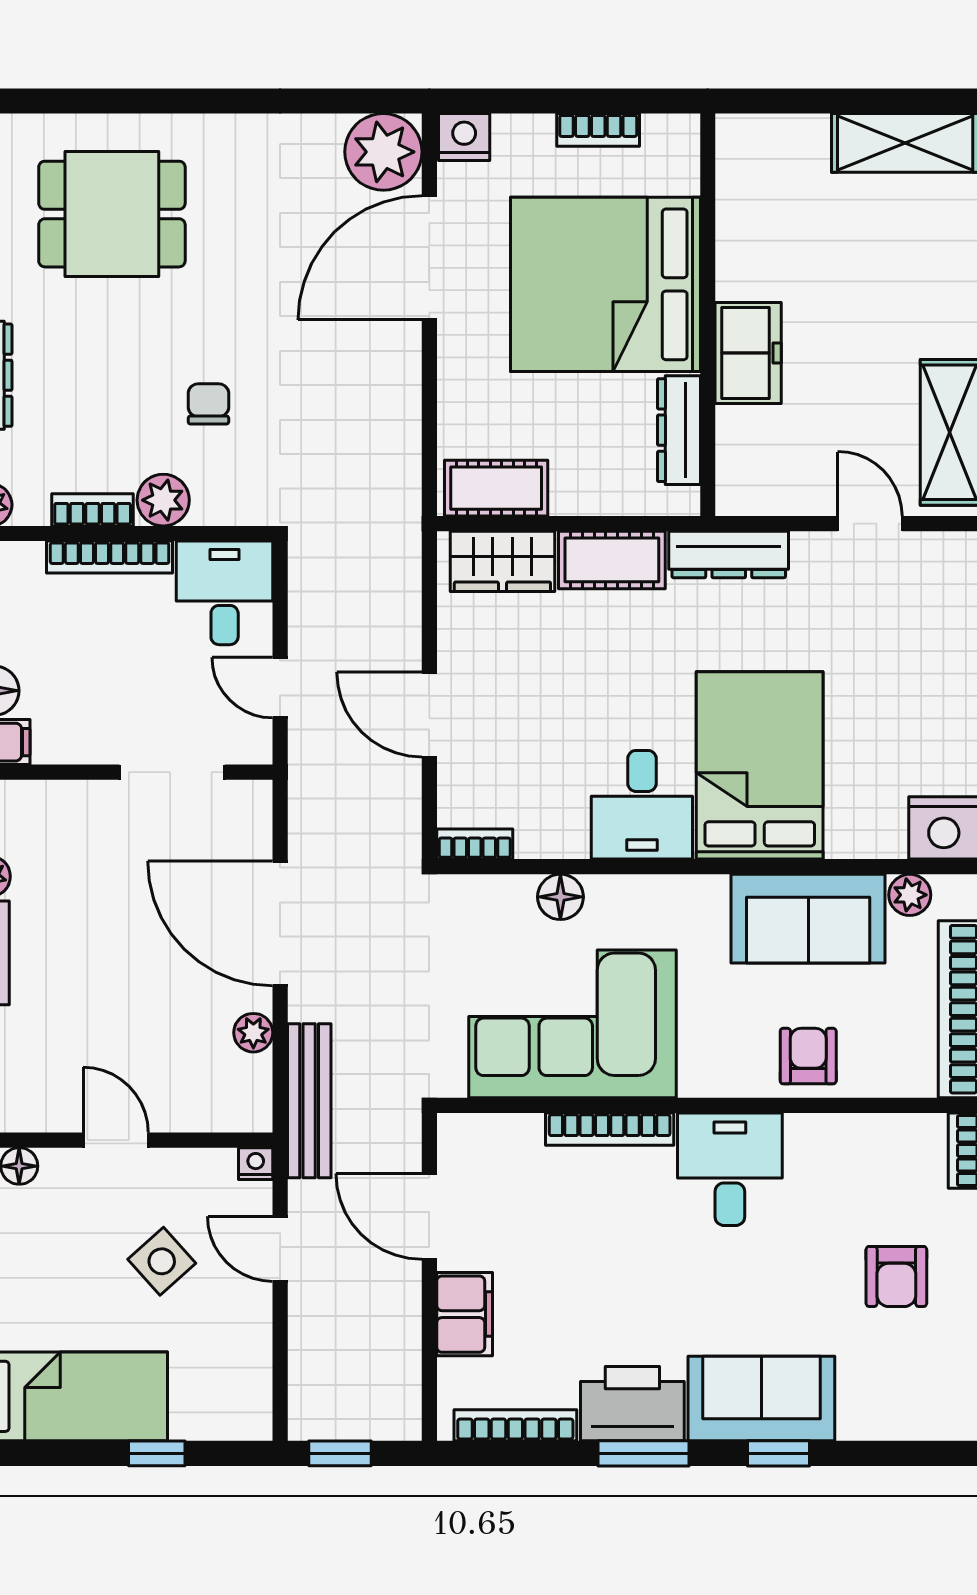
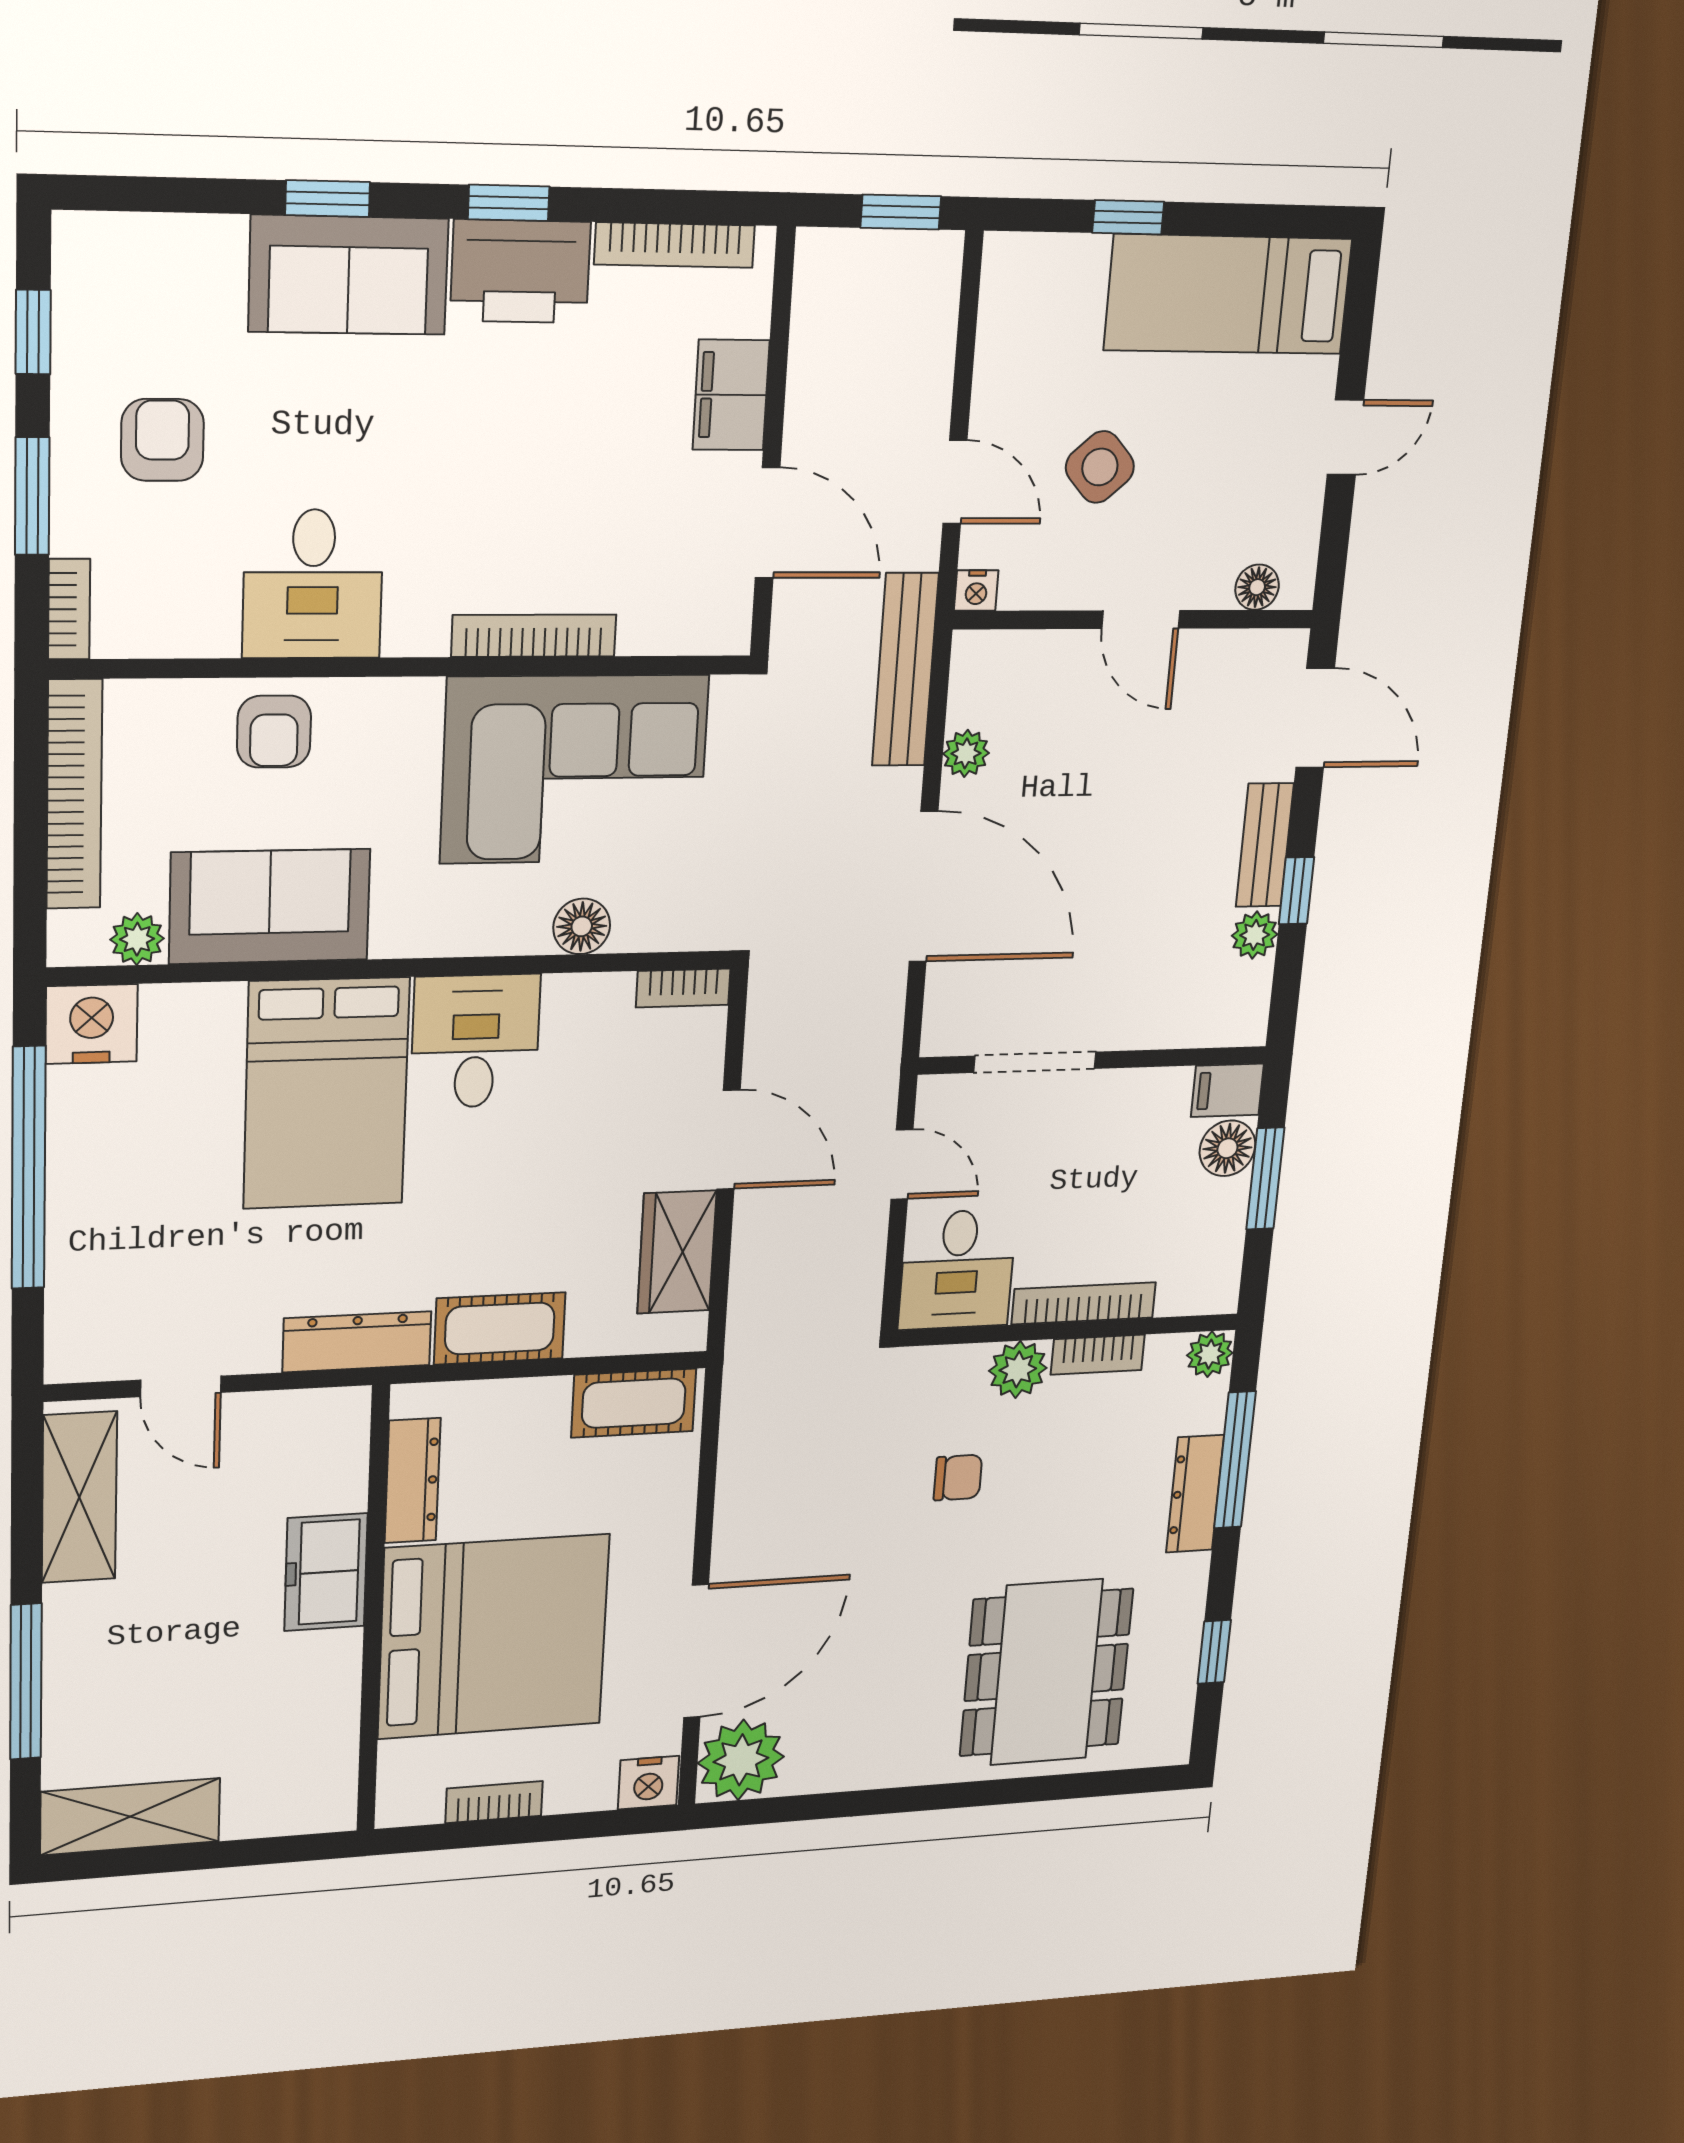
dining table: (112, 214) -> (1046, 1672), width x1.38
chair: (208, 404) -> (958, 1478), turned -90
wardrobe: (502, 561) -> (677, 1252), moved, turned -90
desk: (730, 1169) -> (313, 584), moved
window: (643, 1453) -> (509, 203), width x0.67

